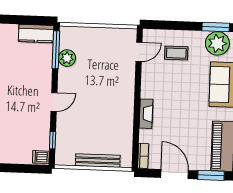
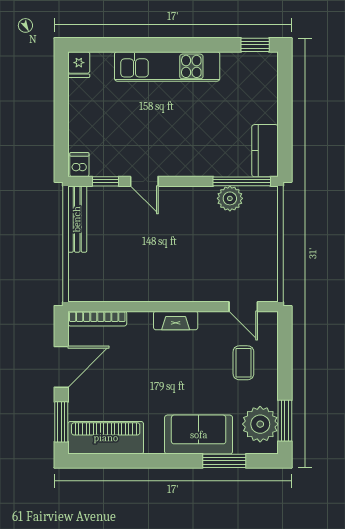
door: (54, 102) -> (144, 181), moved
fireplace: (146, 114) -> (176, 320), moved
bookcase: (143, 156) -> (97, 319), width x1.56
bench: (98, 161) -> (77, 219), moved

